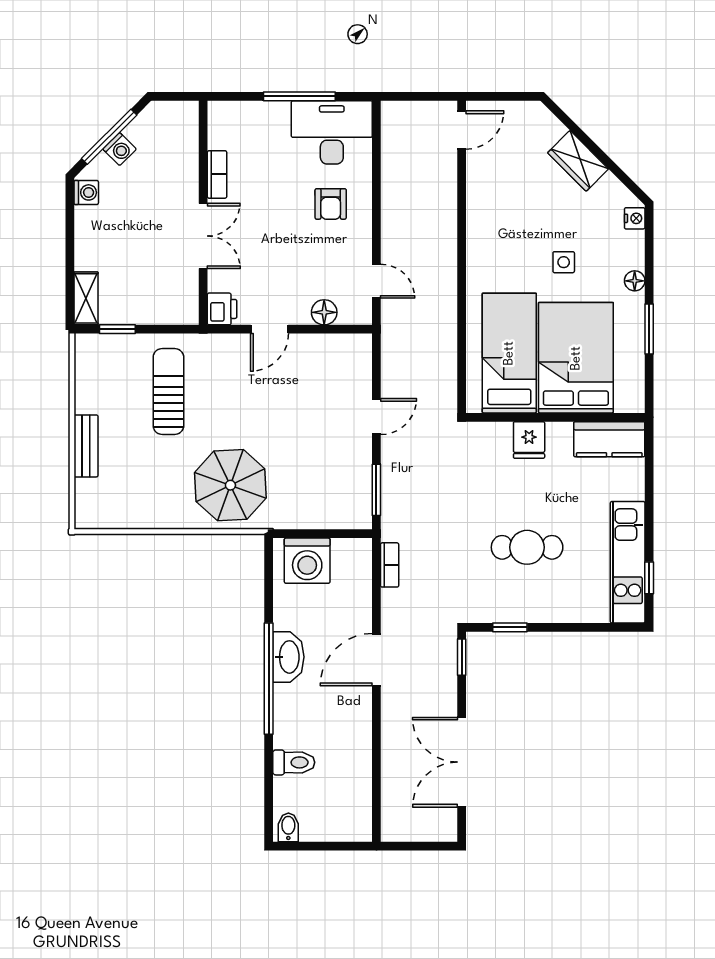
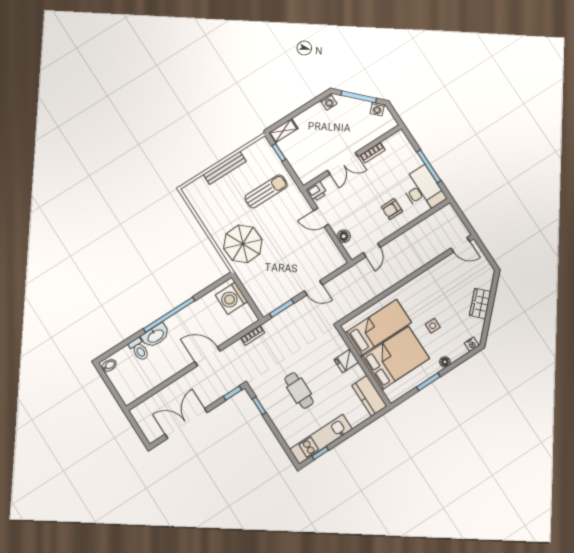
washing machine: (120, 149) -> (377, 109), moved
bench: (86, 446) -> (225, 168), width x1.36
washbasin: (288, 657) -> (155, 336), moved

